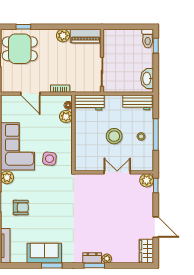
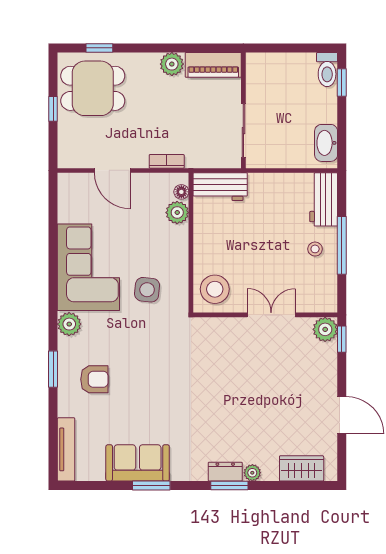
workbench: (137, 102) -> (324, 199), moved, turned 90
stool: (114, 136) -> (215, 289), moved
wardrobe: (146, 251) -> (302, 468), moved, turned 90

